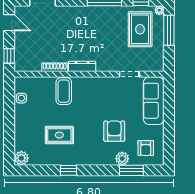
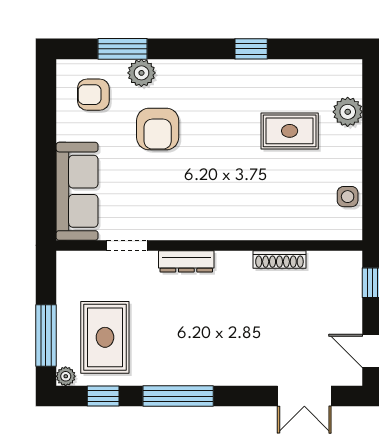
dresser: (82, 66) -> (186, 261), moved
coffee table: (64, 91) -> (261, 211), removed
rug: (59, 135) -> (290, 131), moved
armchair: (146, 148) -> (93, 95), turned -90
plant: (21, 158) -> (348, 112), moved

